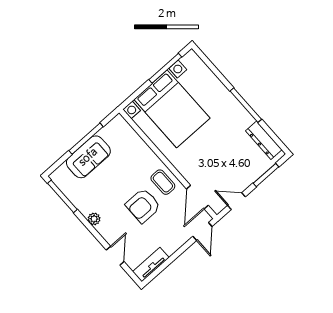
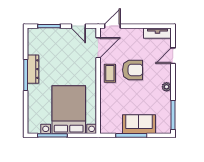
dresser: (264, 140) -> (33, 69), moved

